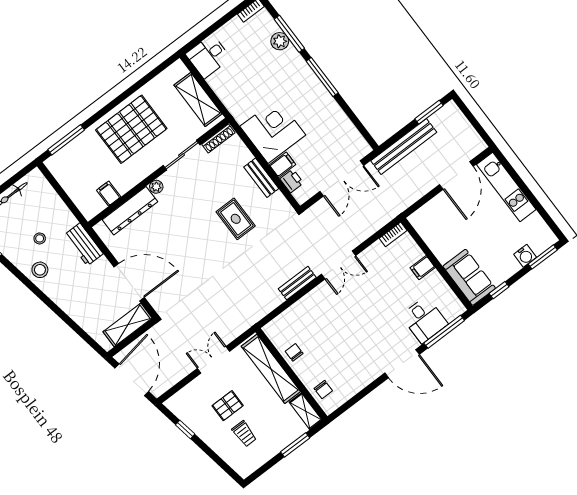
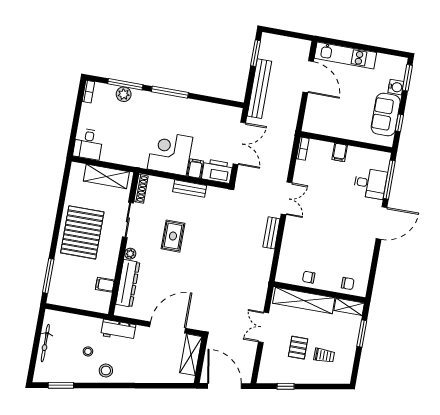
printer: (292, 181) -> (217, 171), width x1.87, depth x1.48
rug: (236, 219) -> (173, 236), moved, turned 90
sofa: (469, 277) -> (386, 115), moved, turned -90

